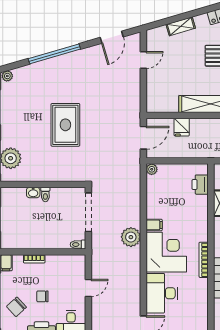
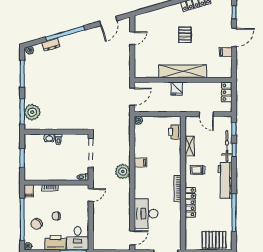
shelving: (181, 26) -> (160, 13), removed
dresser: (35, 69) -> (51, 45), added
rug: (65, 125) -> (73, 87), removed
fridge: (182, 127) -> (177, 89), moved
corner desk: (166, 252) -> (149, 183), removed
door: (88, 288) -> (91, 195), moved

